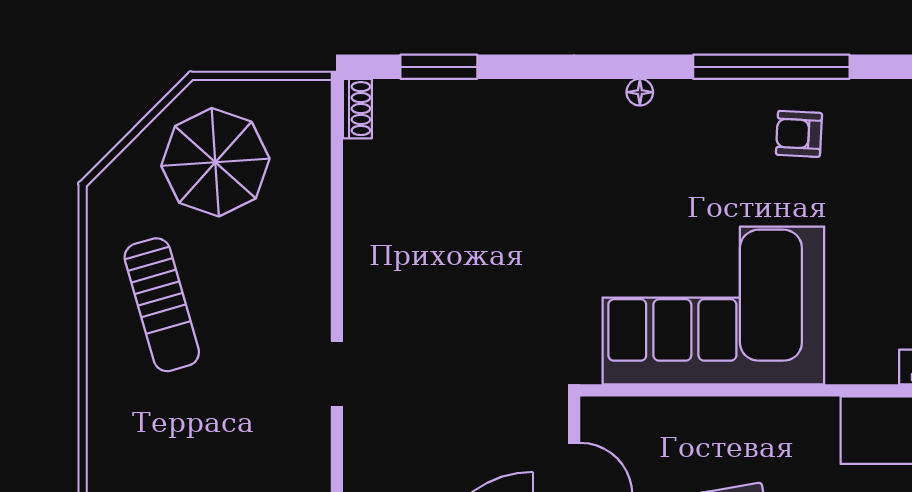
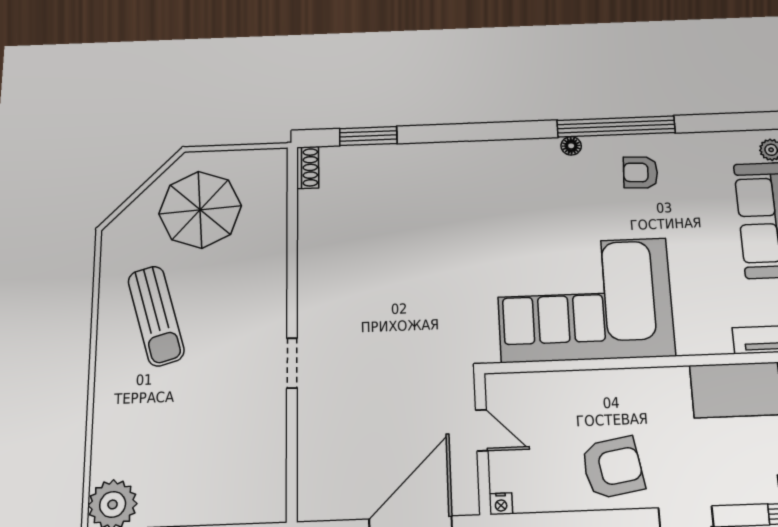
floor lamp: (640, 92) -> (571, 146), moved

